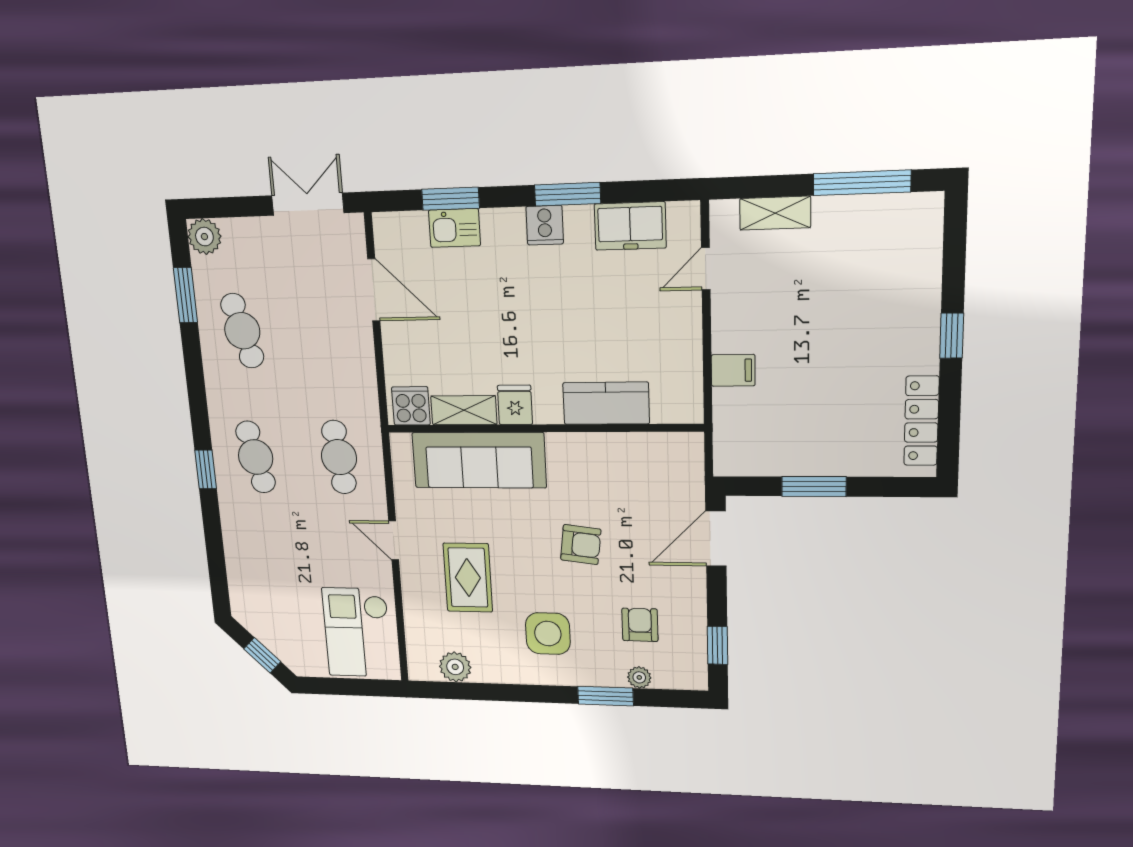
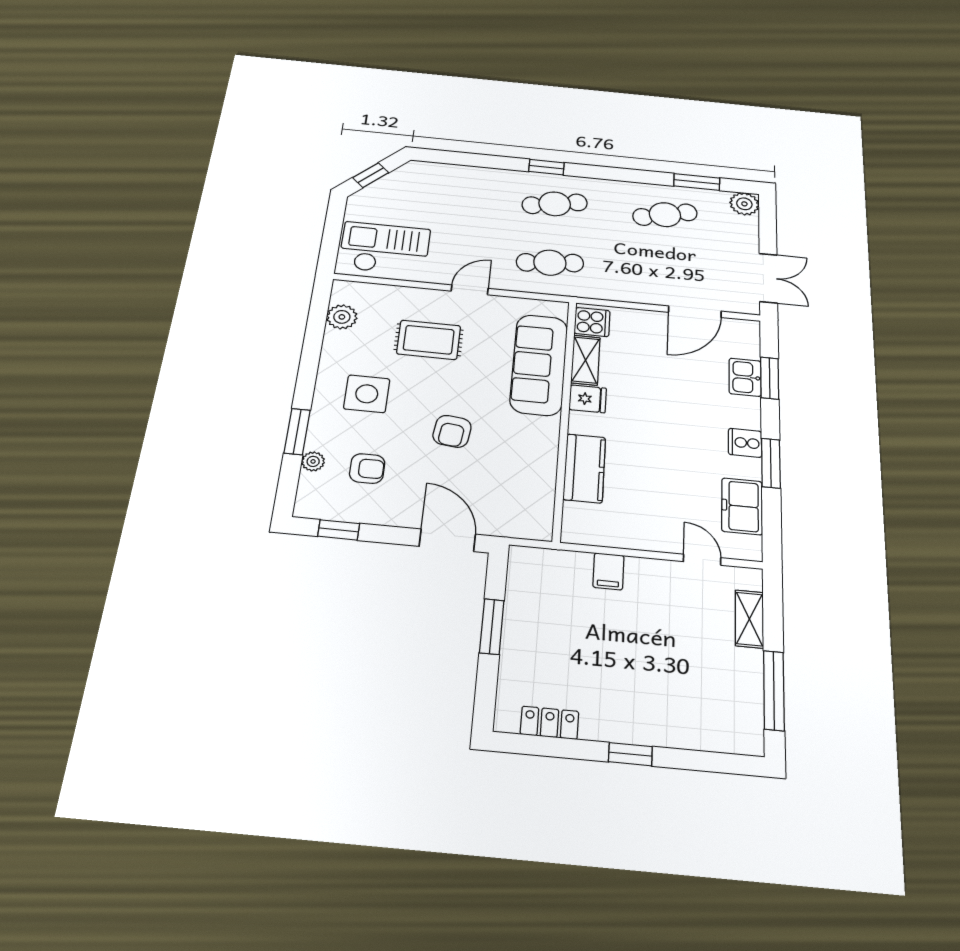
locker: (921, 421) -> (550, 723), width x0.66

